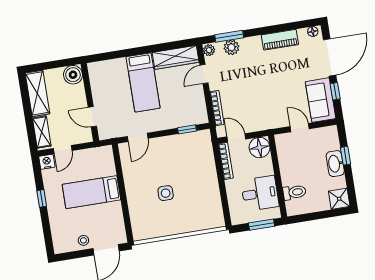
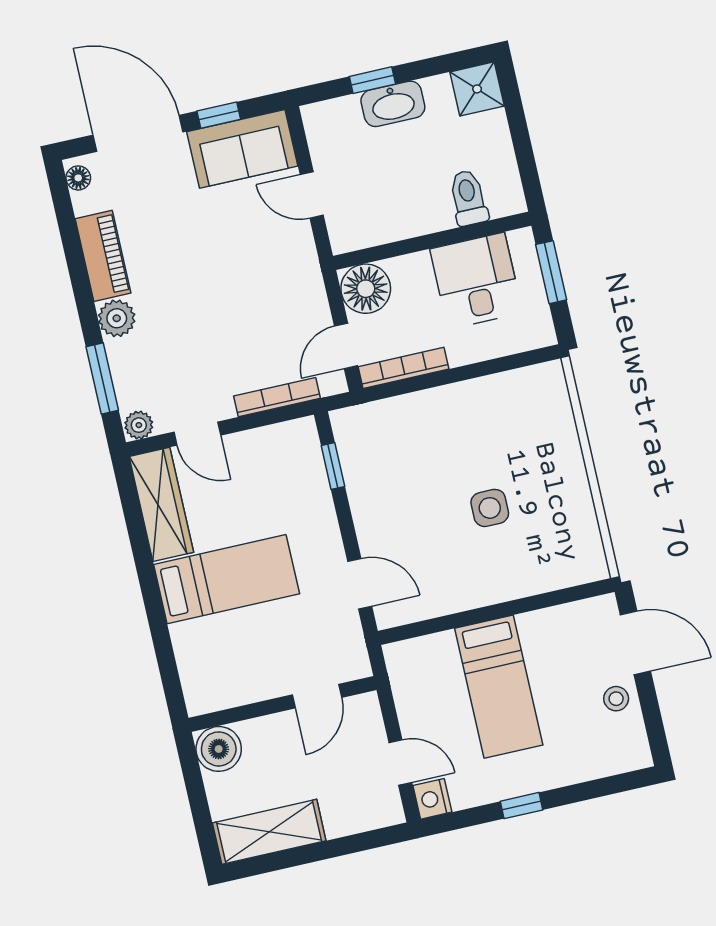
plant: (231, 47) -> (117, 318), moved
door: (300, 128) -> (312, 195), hinge flipped
shelving: (42, 132) -> (361, 816), removed

